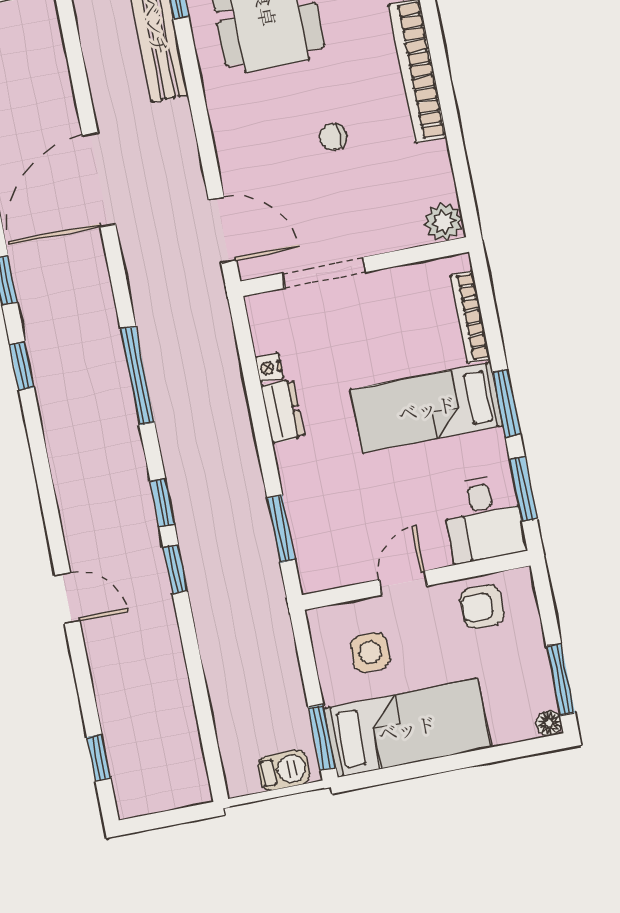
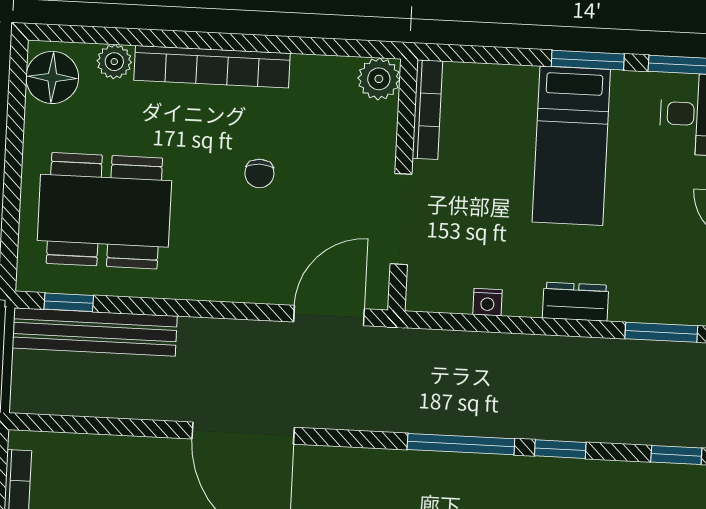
bookcase: (470, 317) -> (427, 110), moved, turned -90
dresser: (283, 411) -> (576, 302), moved
window: (162, 502) -> (560, 449), moved

